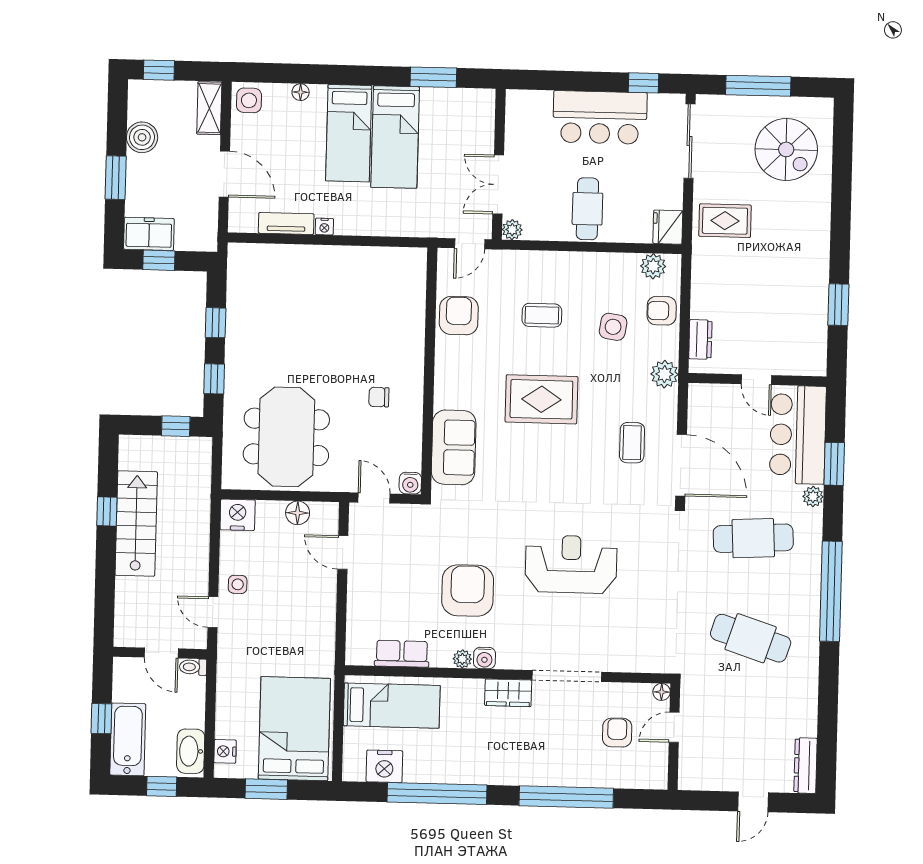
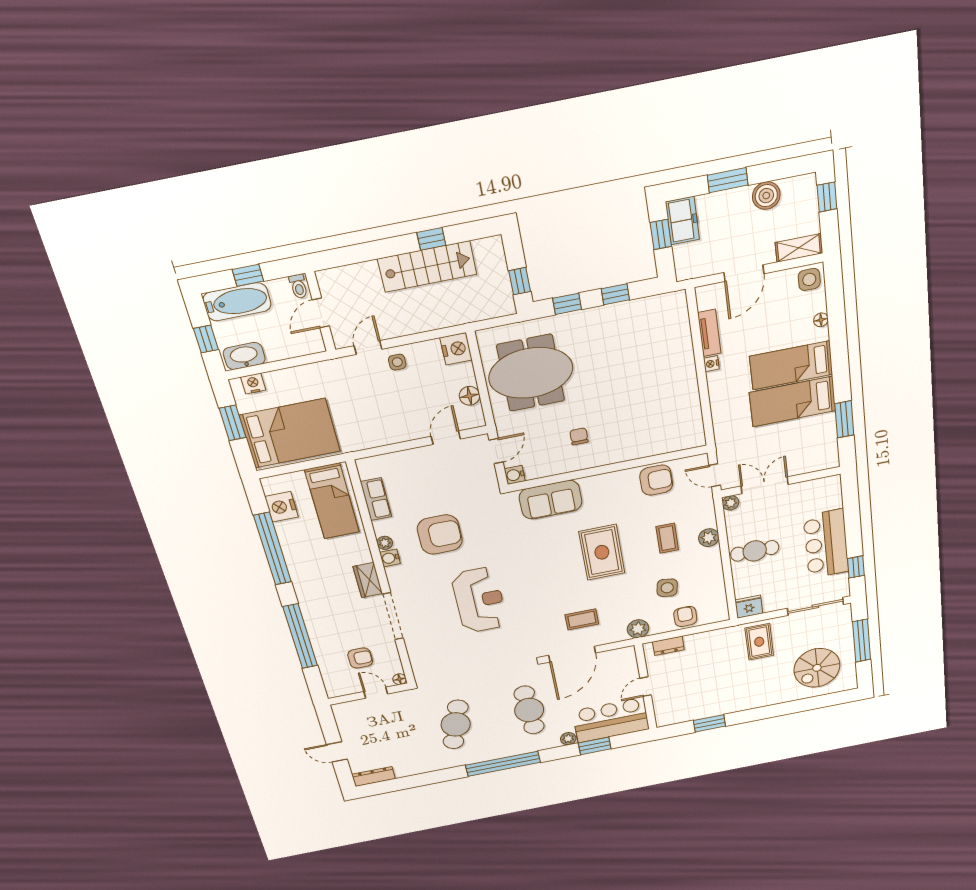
plant: (653, 266) -> (709, 538), moved
toilet: (193, 667) -> (299, 286), moved, turned 180

